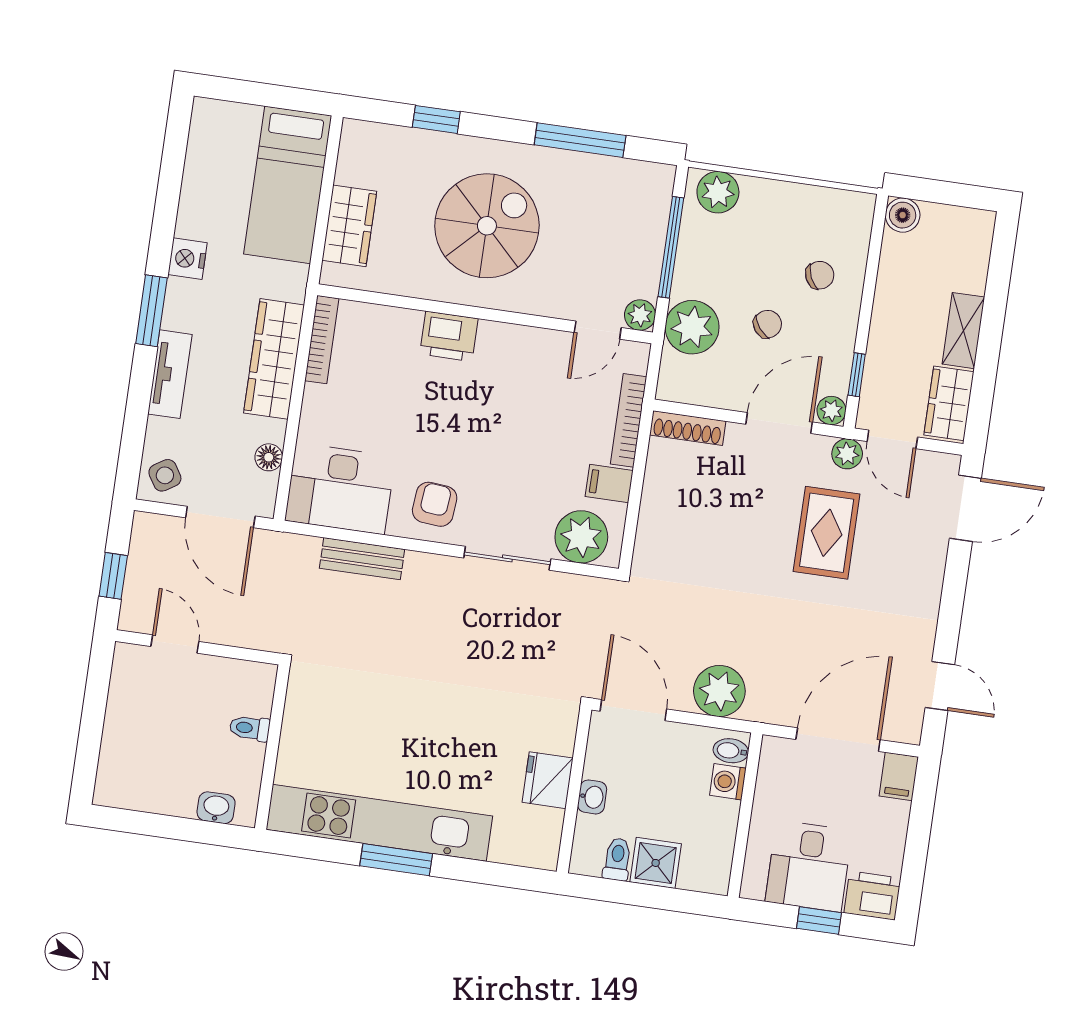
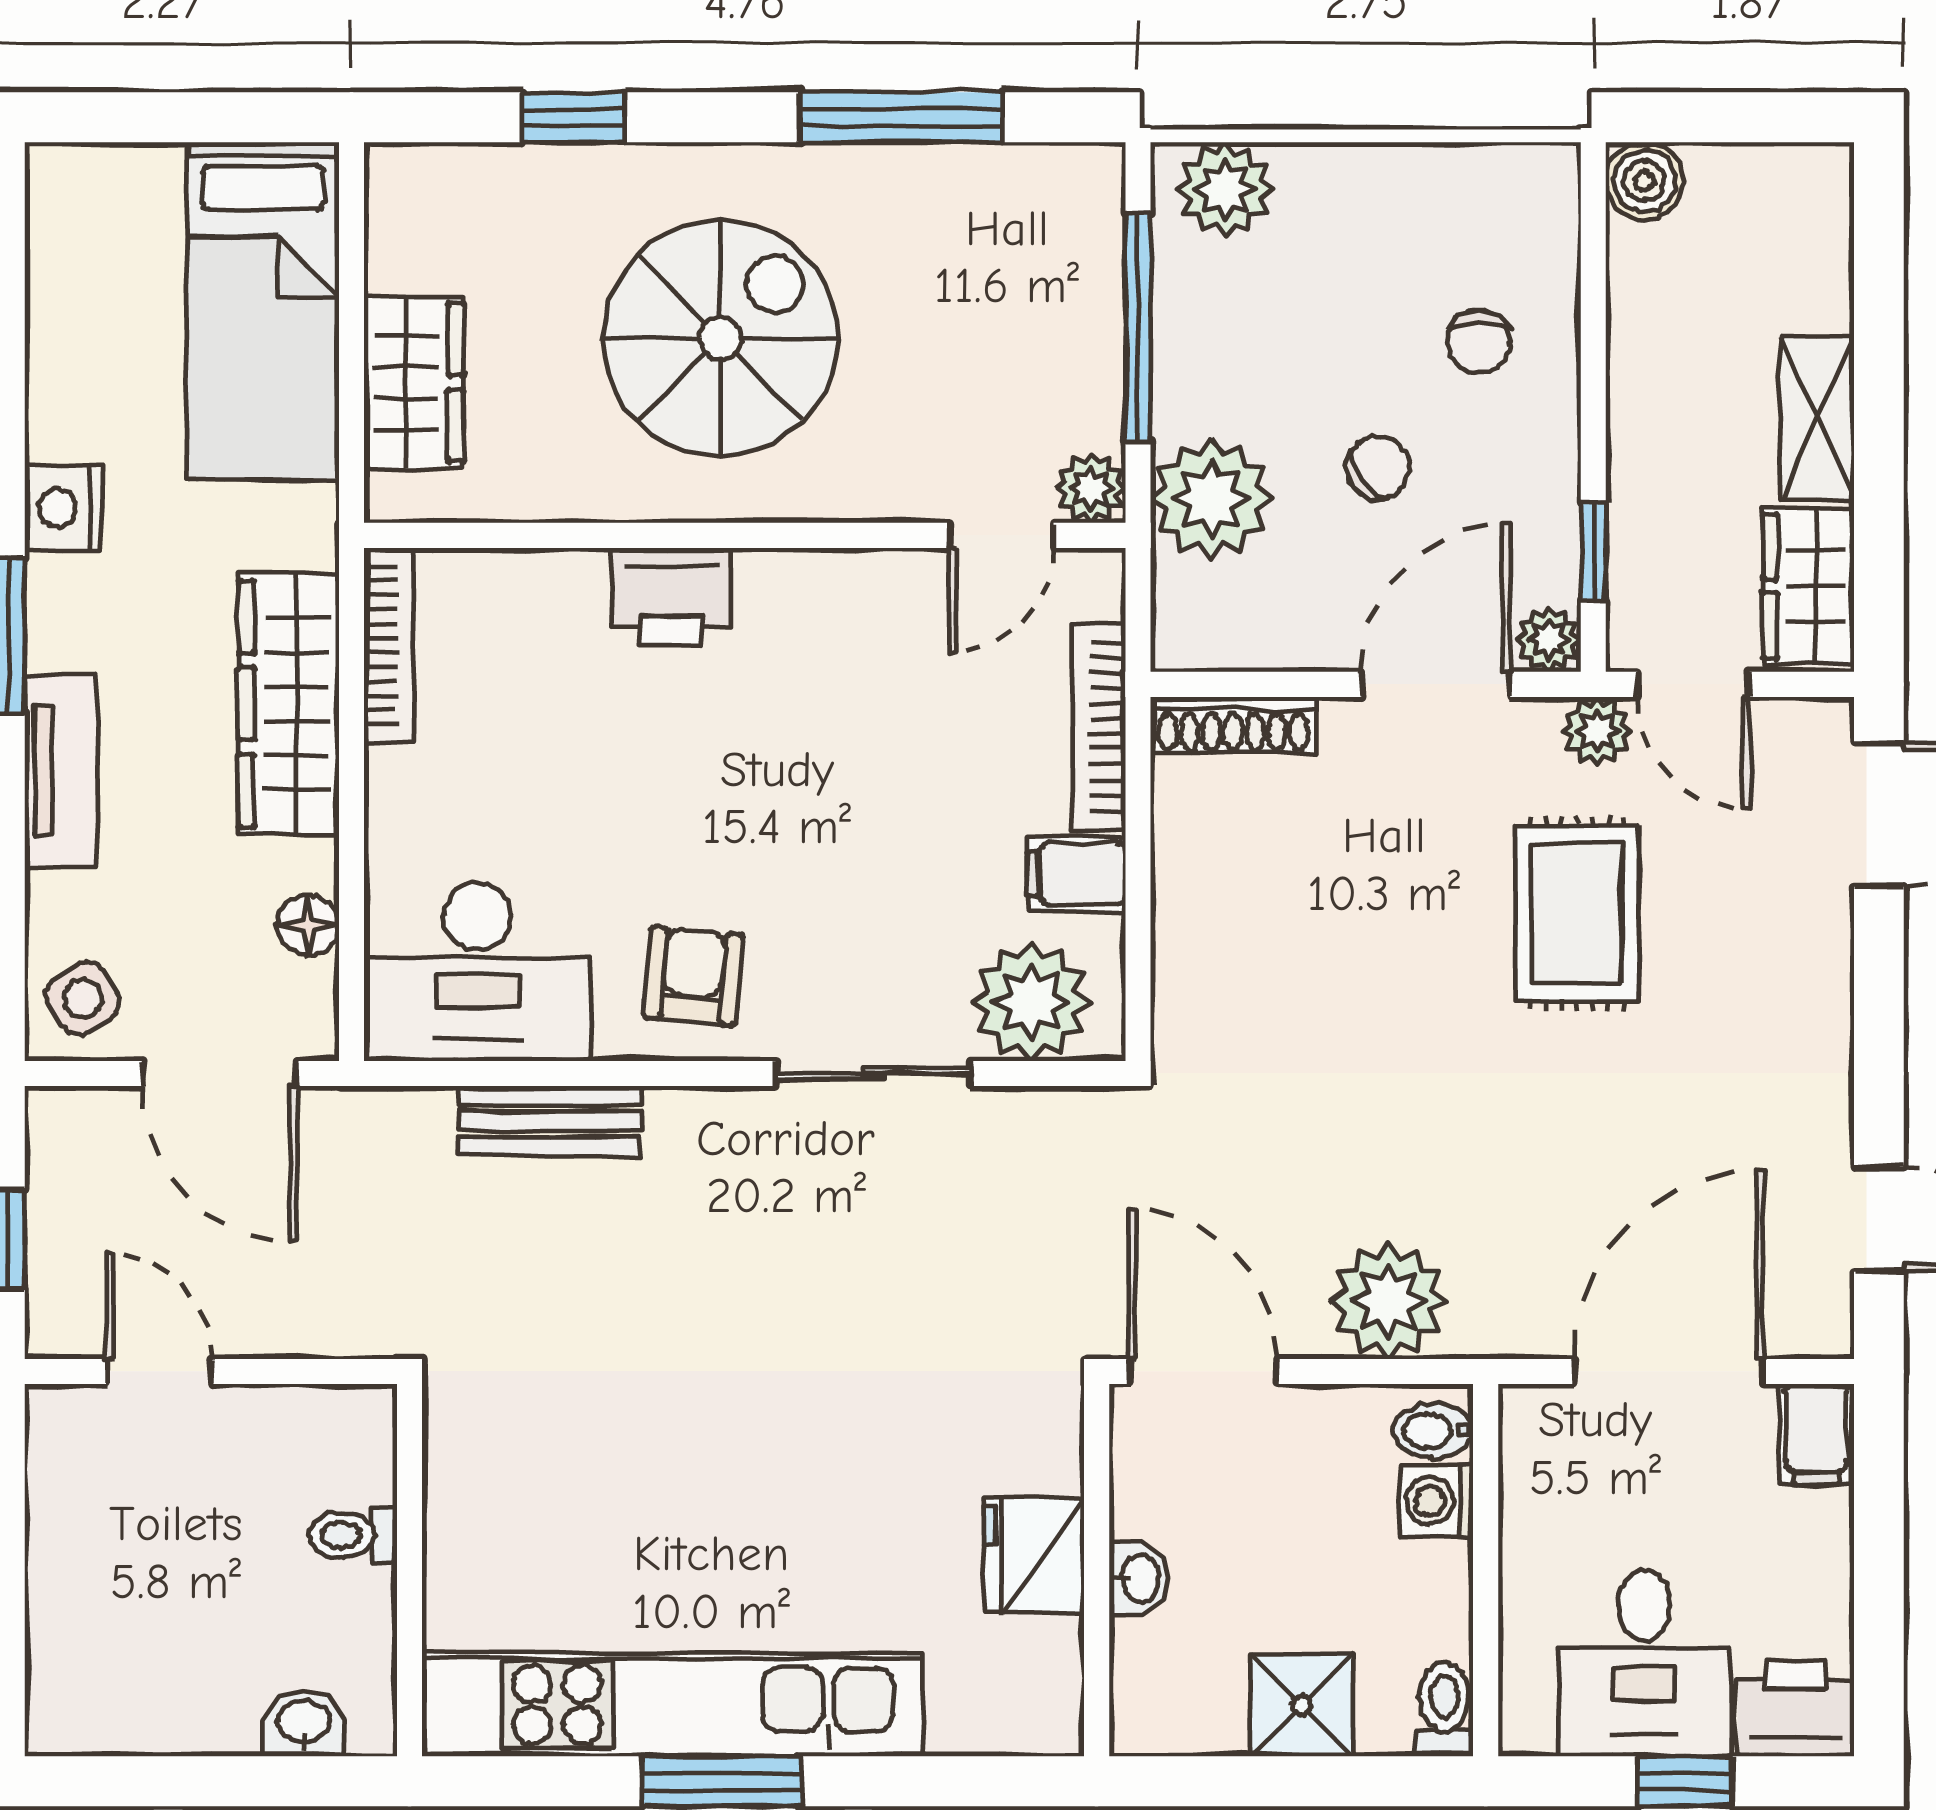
chair: (820, 275) -> (1479, 342), turned 115
toilet: (617, 859) -> (1444, 1709), moved

